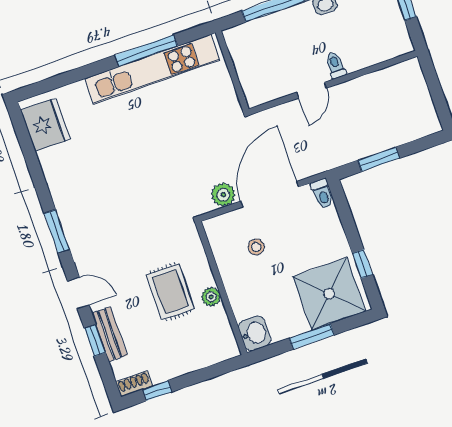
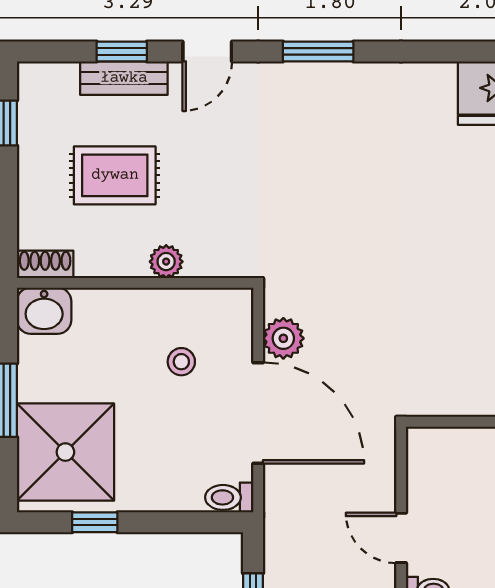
rug: (170, 292) -> (115, 175), moved
plant: (211, 297) -> (166, 262), moved
shoe rack: (134, 384) -> (45, 264), moved, turned -90

